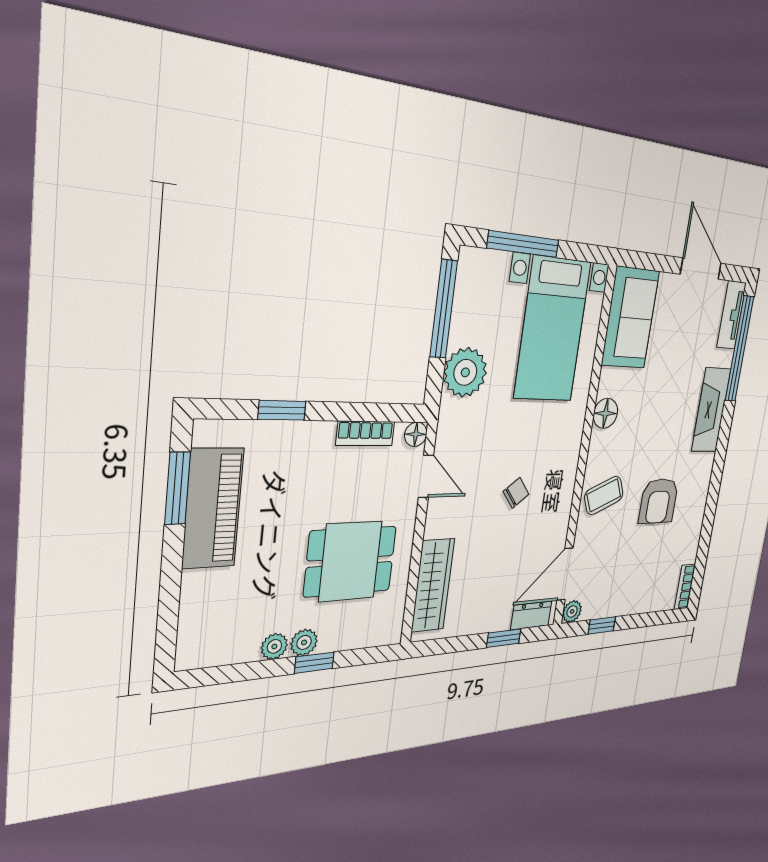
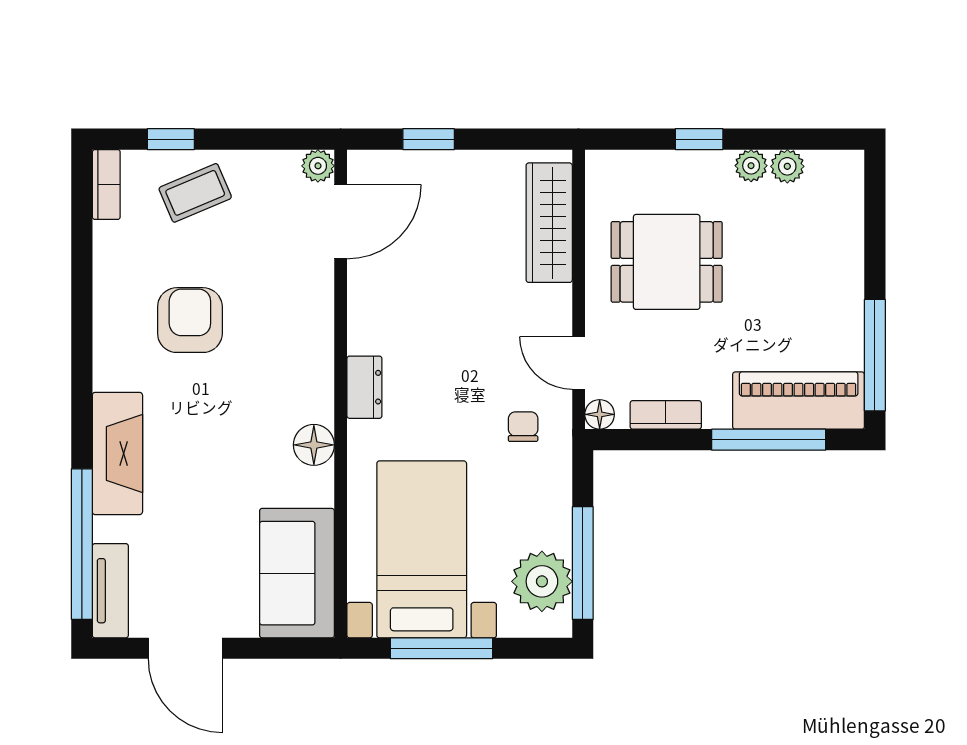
window: (523, 244) -> (441, 648), moved
plant: (465, 372) -> (542, 581), moved
window: (282, 410) -> (769, 440), width x2.17
window: (178, 488) -> (875, 355), width x1.44
chair: (516, 493) -> (523, 427), moved, turned 128
coffee table: (604, 495) -> (195, 193), moved
piano: (213, 508) -> (799, 401), moved, turned 90
dresser: (531, 615) -> (364, 387), moved, turned -90
window: (602, 625) -> (171, 139), moved
plant: (304, 642) -> (787, 166), moved

